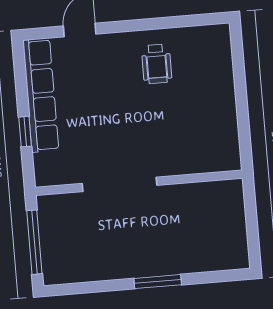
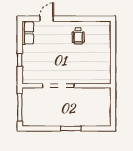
row of seats: (41, 95) -> (28, 33), width x0.50

